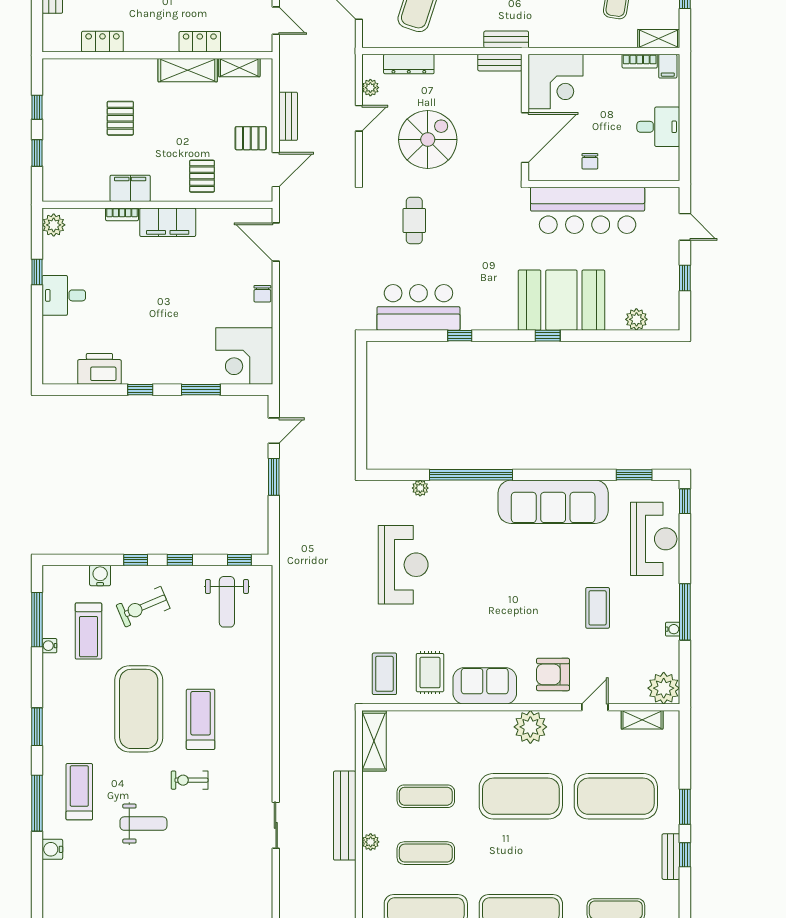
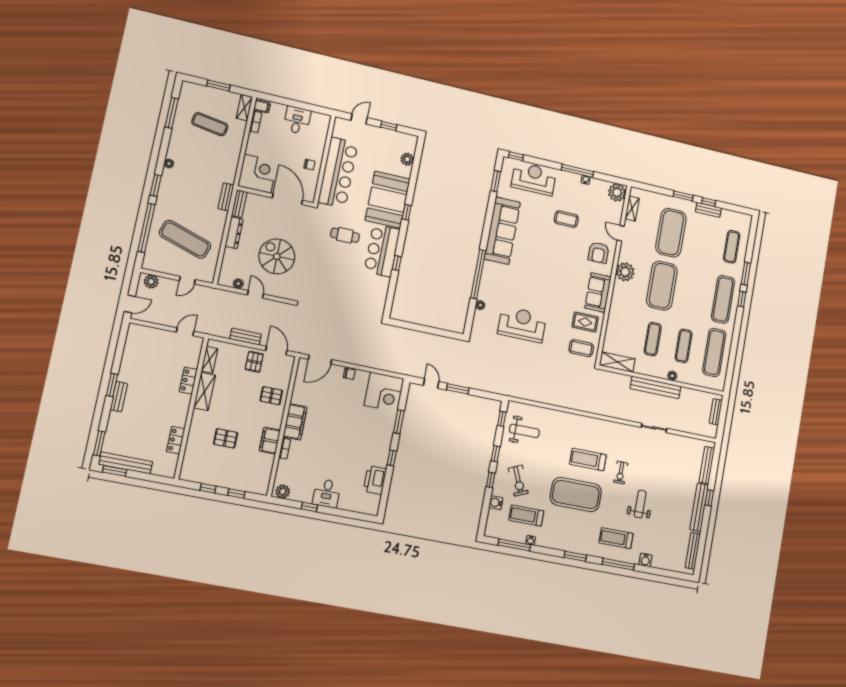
dresser: (409, 64) -> (234, 233), moved
cafe table: (414, 220) -> (345, 235), moved
bar counter: (418, 307) -> (382, 250), moved
treadmill: (88, 631) -> (526, 516), turned 180

